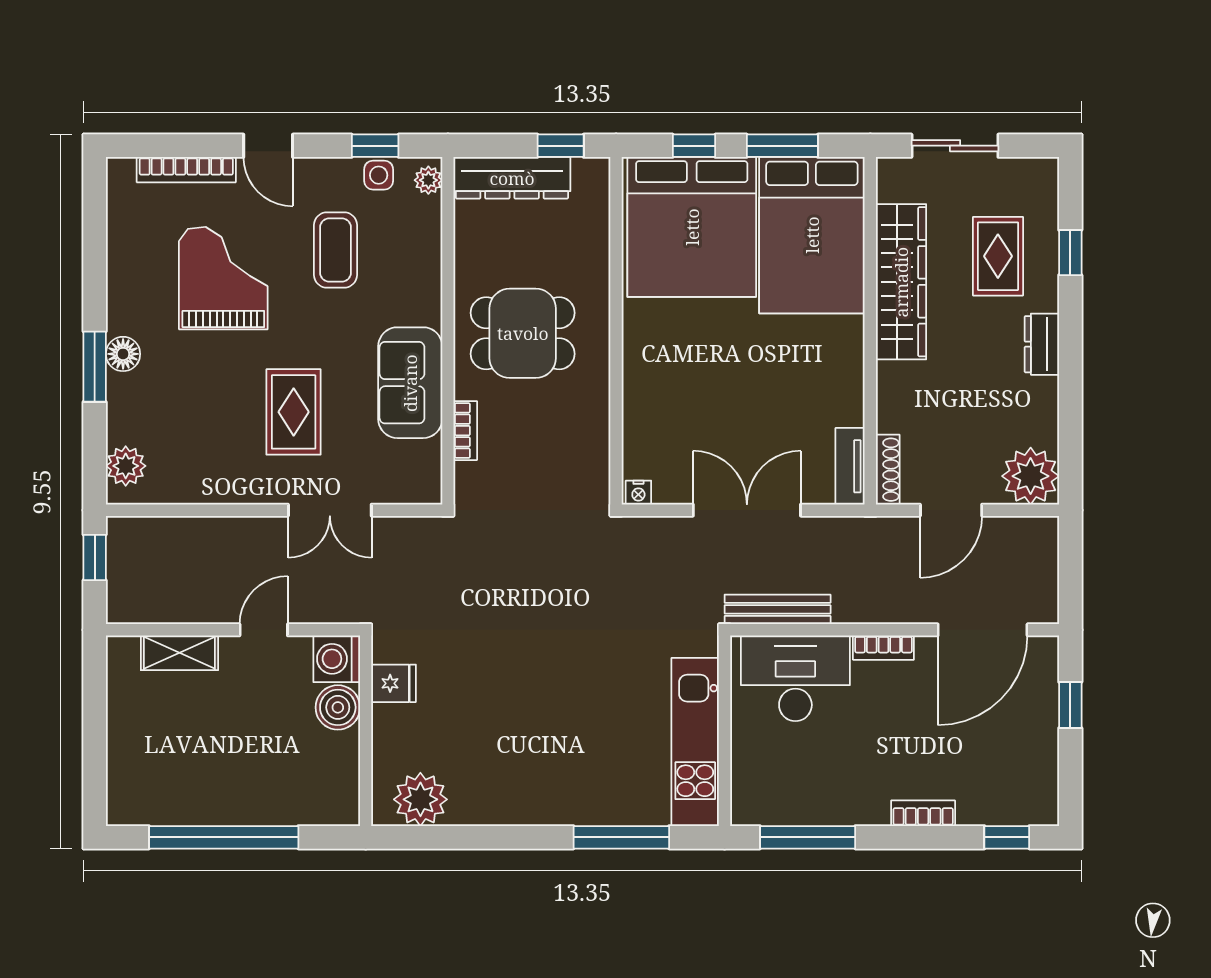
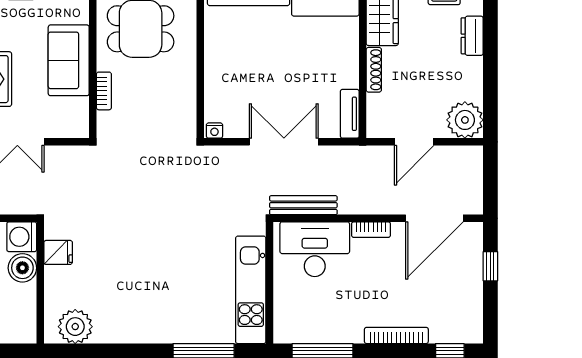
shoe rack: (888, 470) -> (374, 70), moved
bookcase: (923, 813) -> (396, 335), width x1.56

